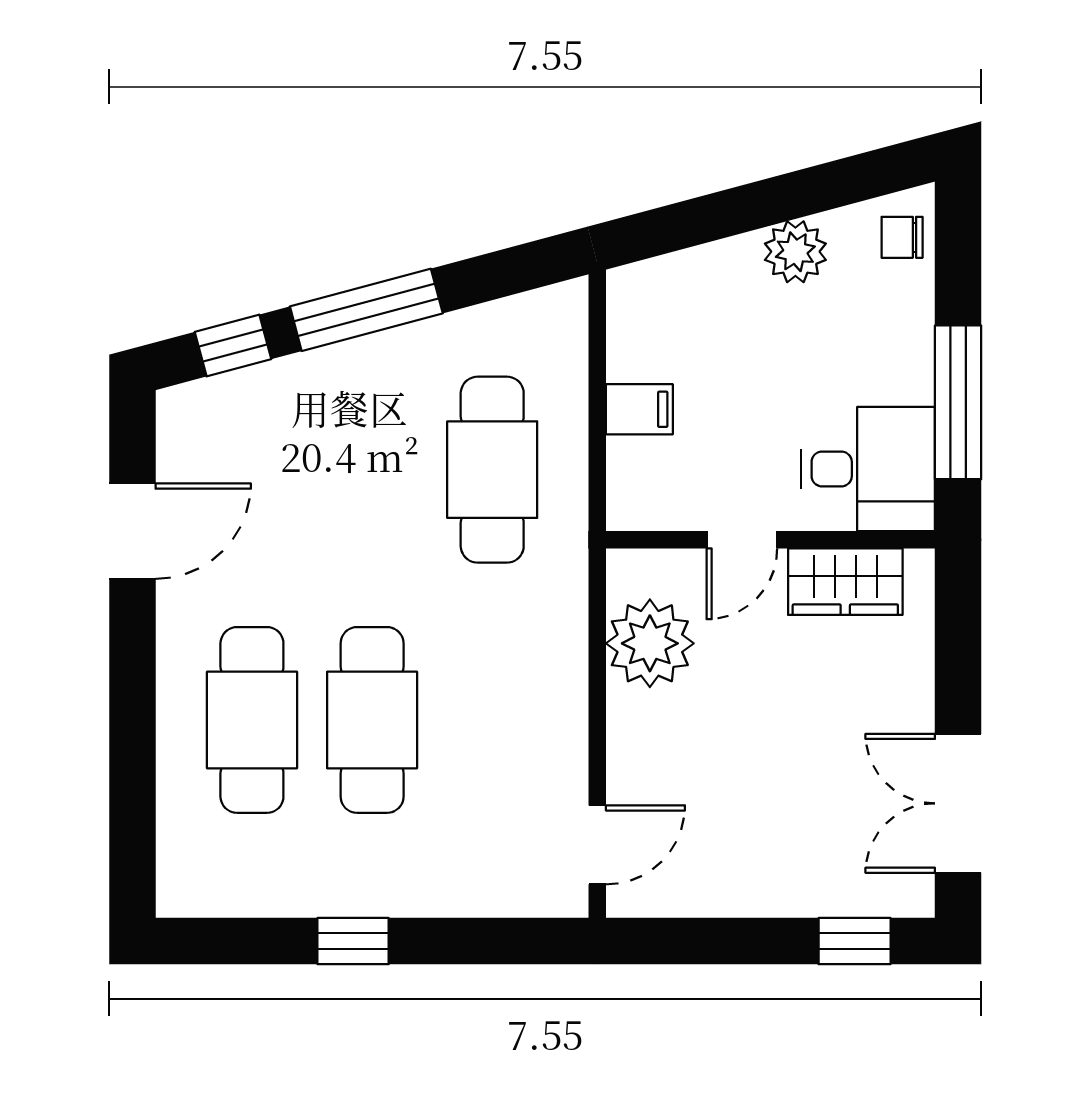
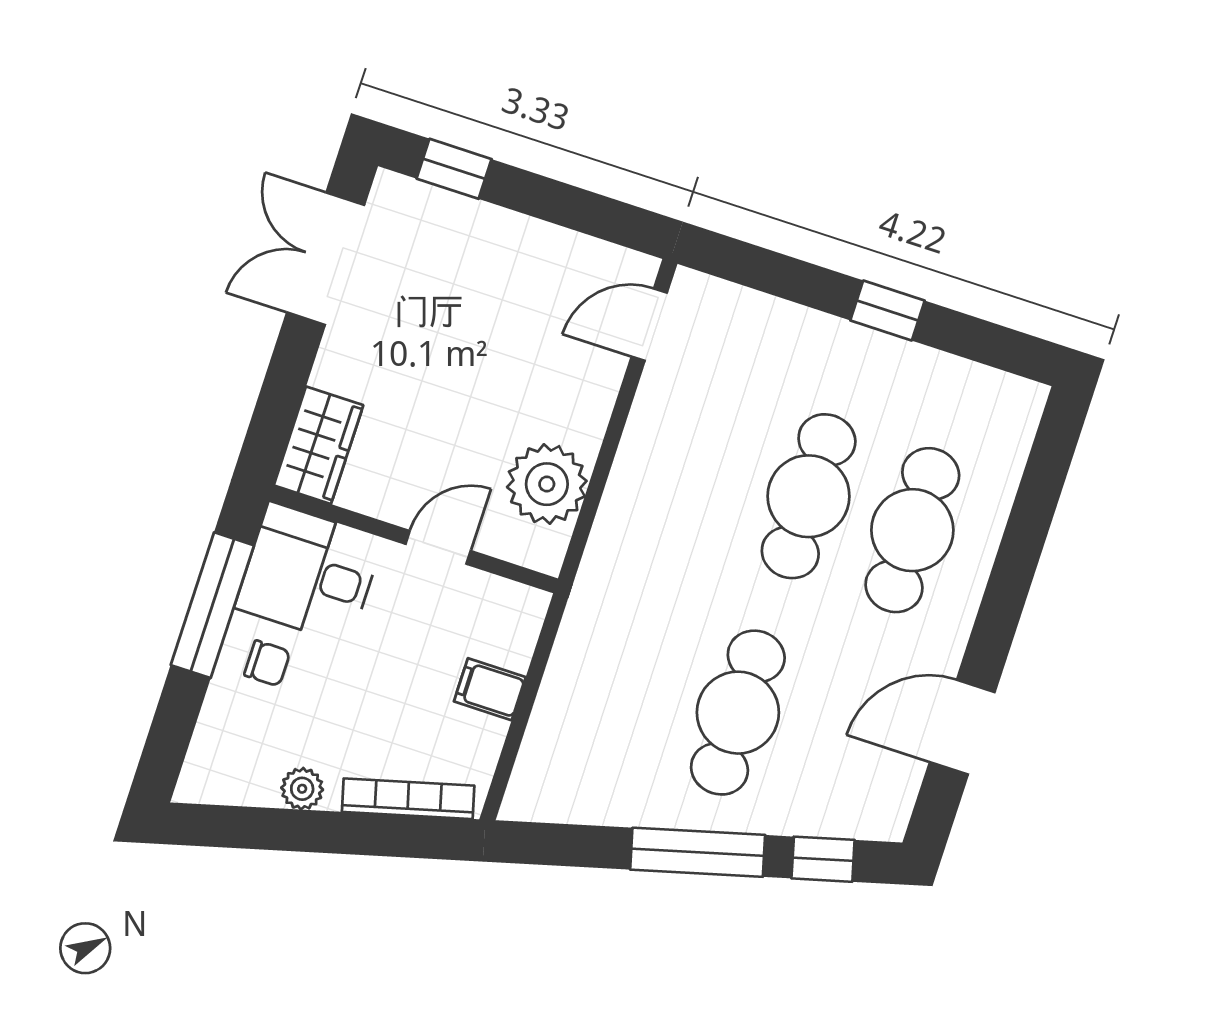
chair: (902, 237) -> (267, 663), moved
plant: (795, 252) -> (302, 789), width x0.73, depth x0.73
bookcase: (687, 267) -> (408, 799), added
cafe table: (492, 470) -> (738, 713), moved
wardrobe: (845, 582) -> (318, 445), moved, turned 90
double door: (958, 803) -> (326, 259), swing flipped

